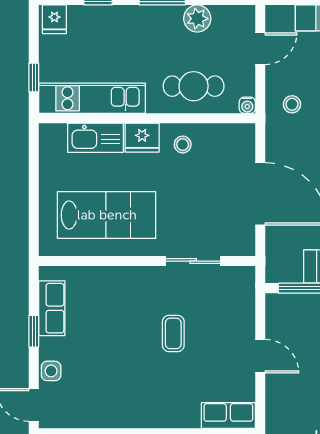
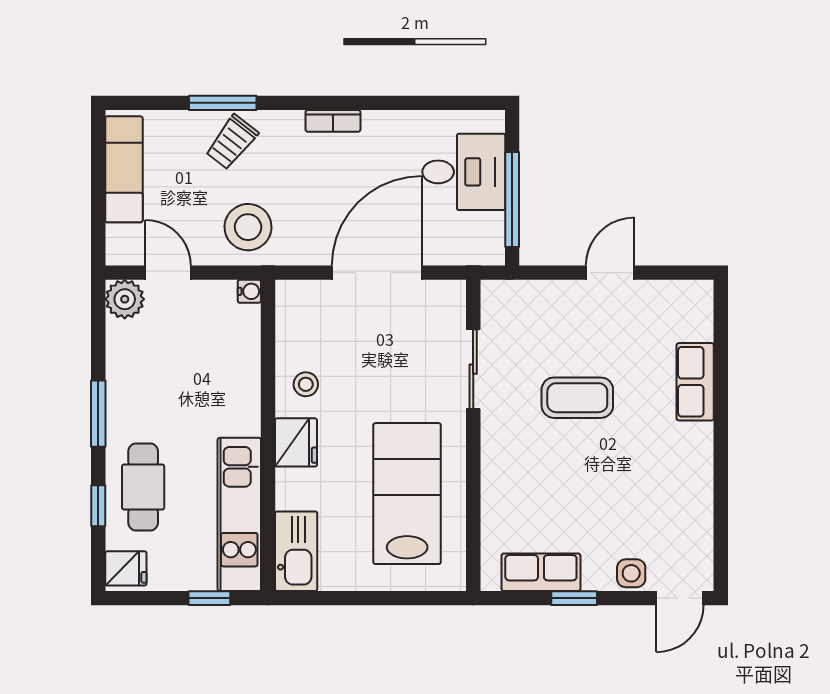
plant: (197, 19) -> (125, 299), moved
cafe table: (194, 86) -> (143, 487), moved
stool: (292, 104) -> (248, 227), width x1.89, depth x1.89
kitchen sink: (95, 138) -> (296, 551), moved
coffee table: (173, 333) -> (577, 398), width x1.36, depth x1.30
row of seats: (228, 416) -> (695, 382), moved

